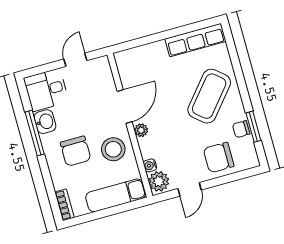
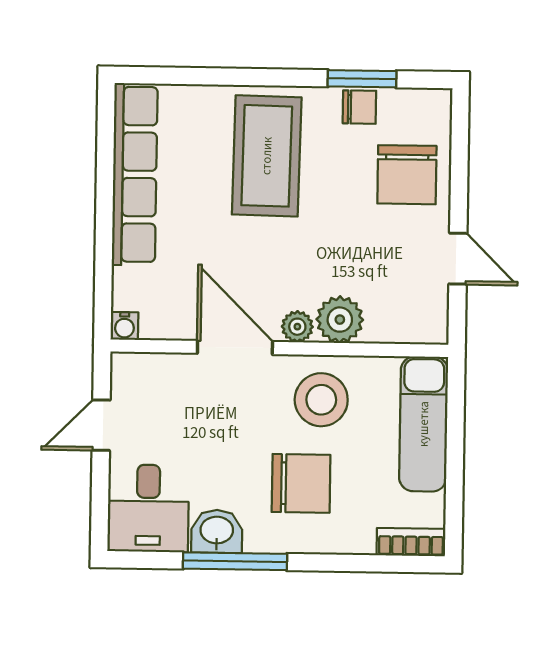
row of seats: (195, 40) -> (135, 174), width x1.36
door: (75, 60) -> (101, 425), hinge flipped
coffee table: (209, 96) -> (267, 156), turned 51
chair: (241, 129) -> (359, 107), turned -90
water cooler: (150, 165) -> (124, 326), moved
plant: (159, 181) -> (340, 320), moved

